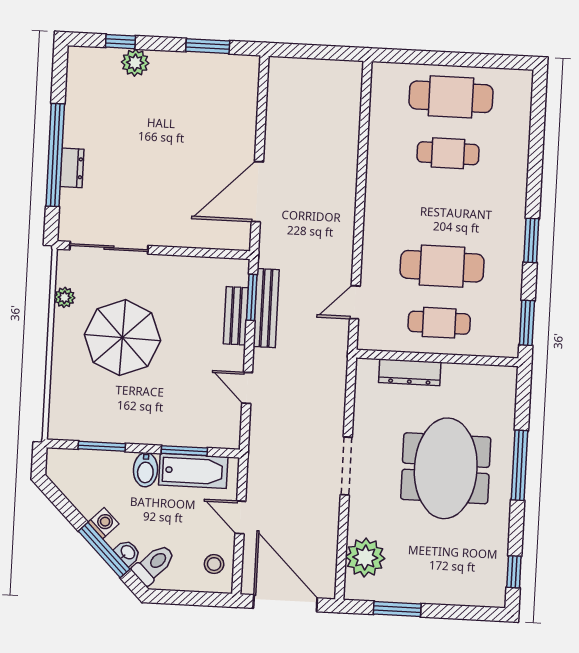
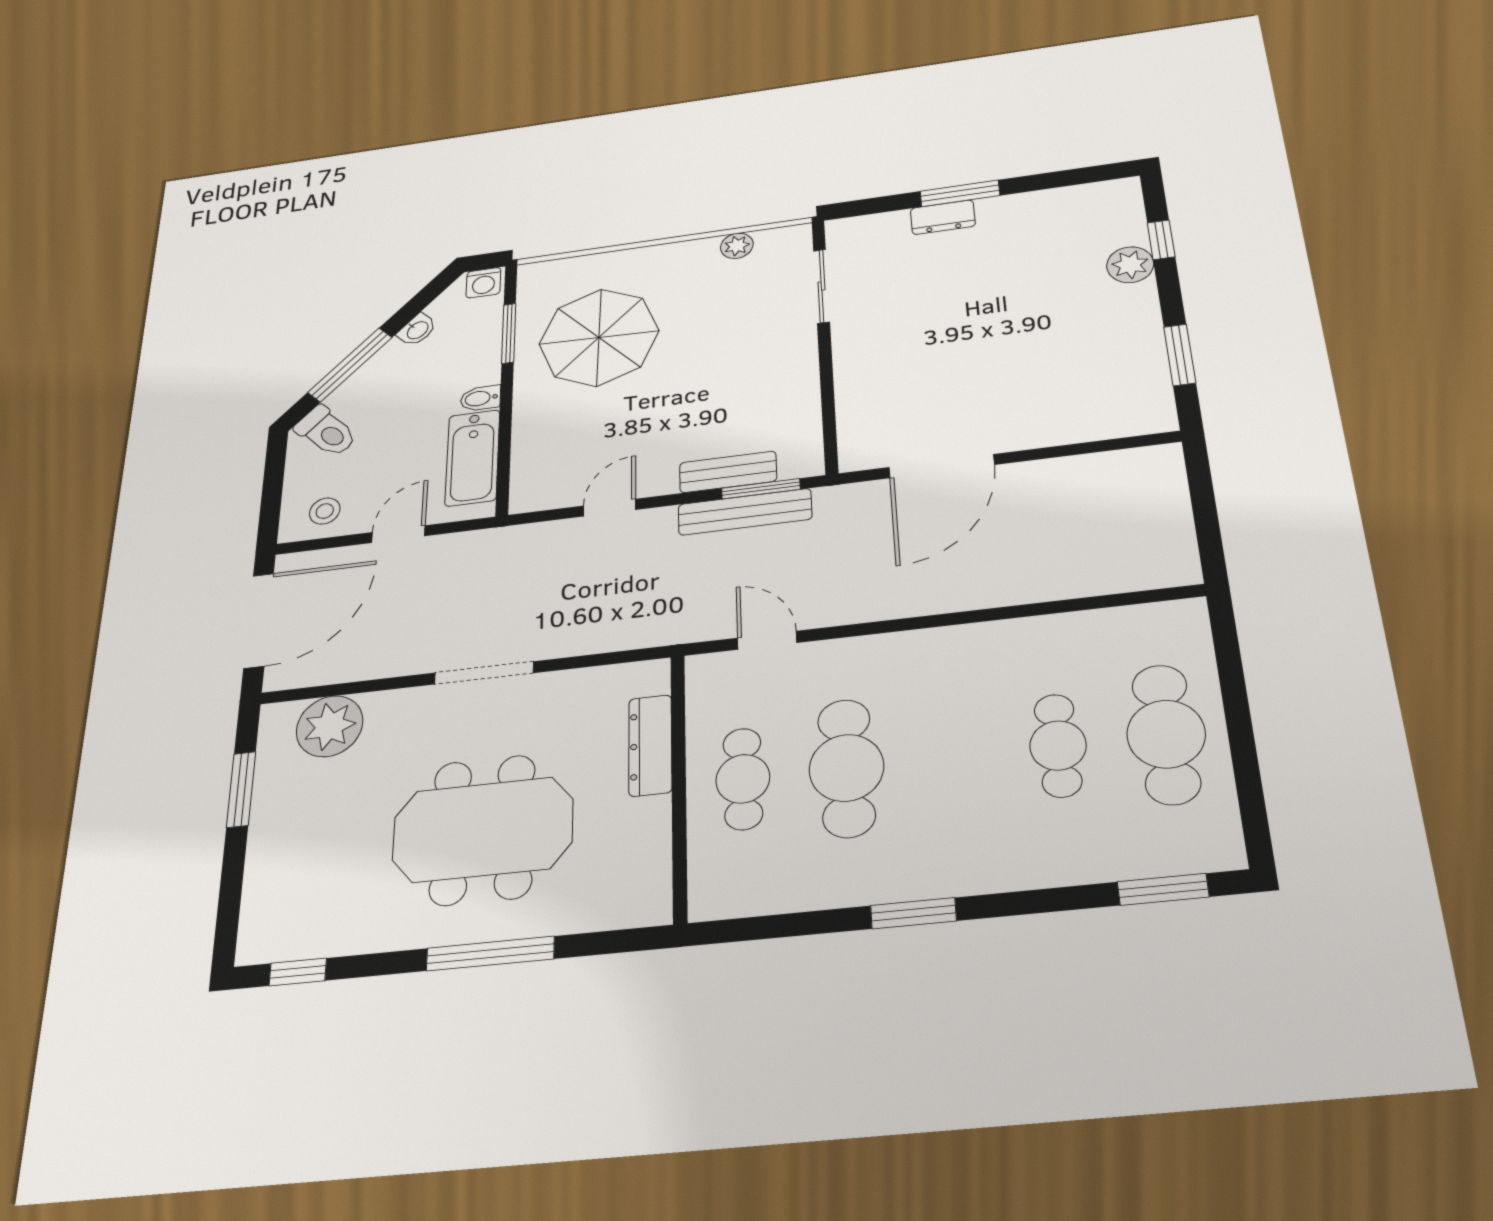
window: (55, 155) -> (960, 193), width x0.47
door: (257, 192) -> (942, 466), swing flipped
sliding door: (109, 248) -> (821, 286), width x0.73
window: (527, 323) -> (1163, 889), moved
parasol: (122, 338) -> (599, 337), moved
window: (184, 451) -> (505, 440), removed
bidet: (145, 470) -> (480, 398), width x0.72, depth x0.74
washing machine: (103, 523) -> (484, 283), moved, turned 45
washbasin: (128, 553) -> (417, 330), moved

